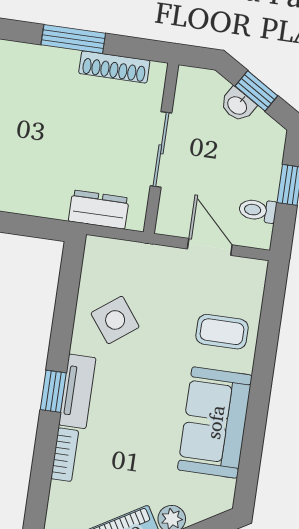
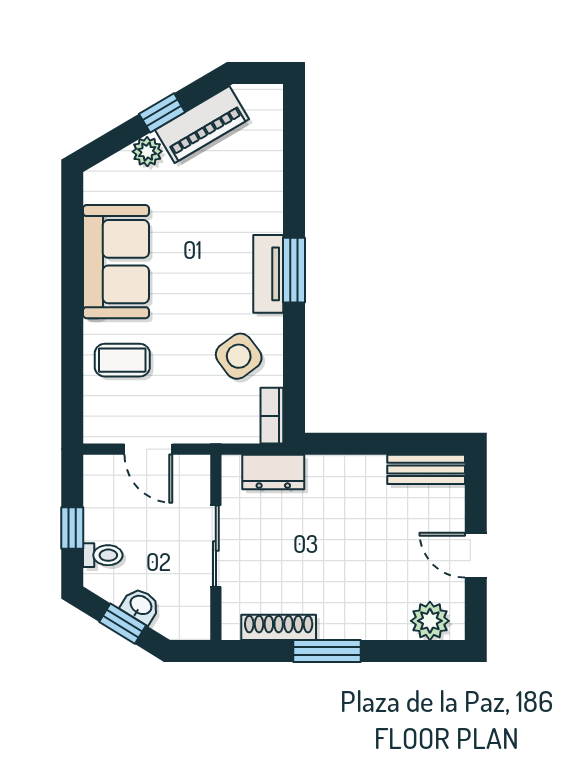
toilet: (258, 210) -> (103, 555), moved
window: (53, 391) -> (294, 270), width x1.50
bookcase: (65, 455) -> (272, 416), moved

